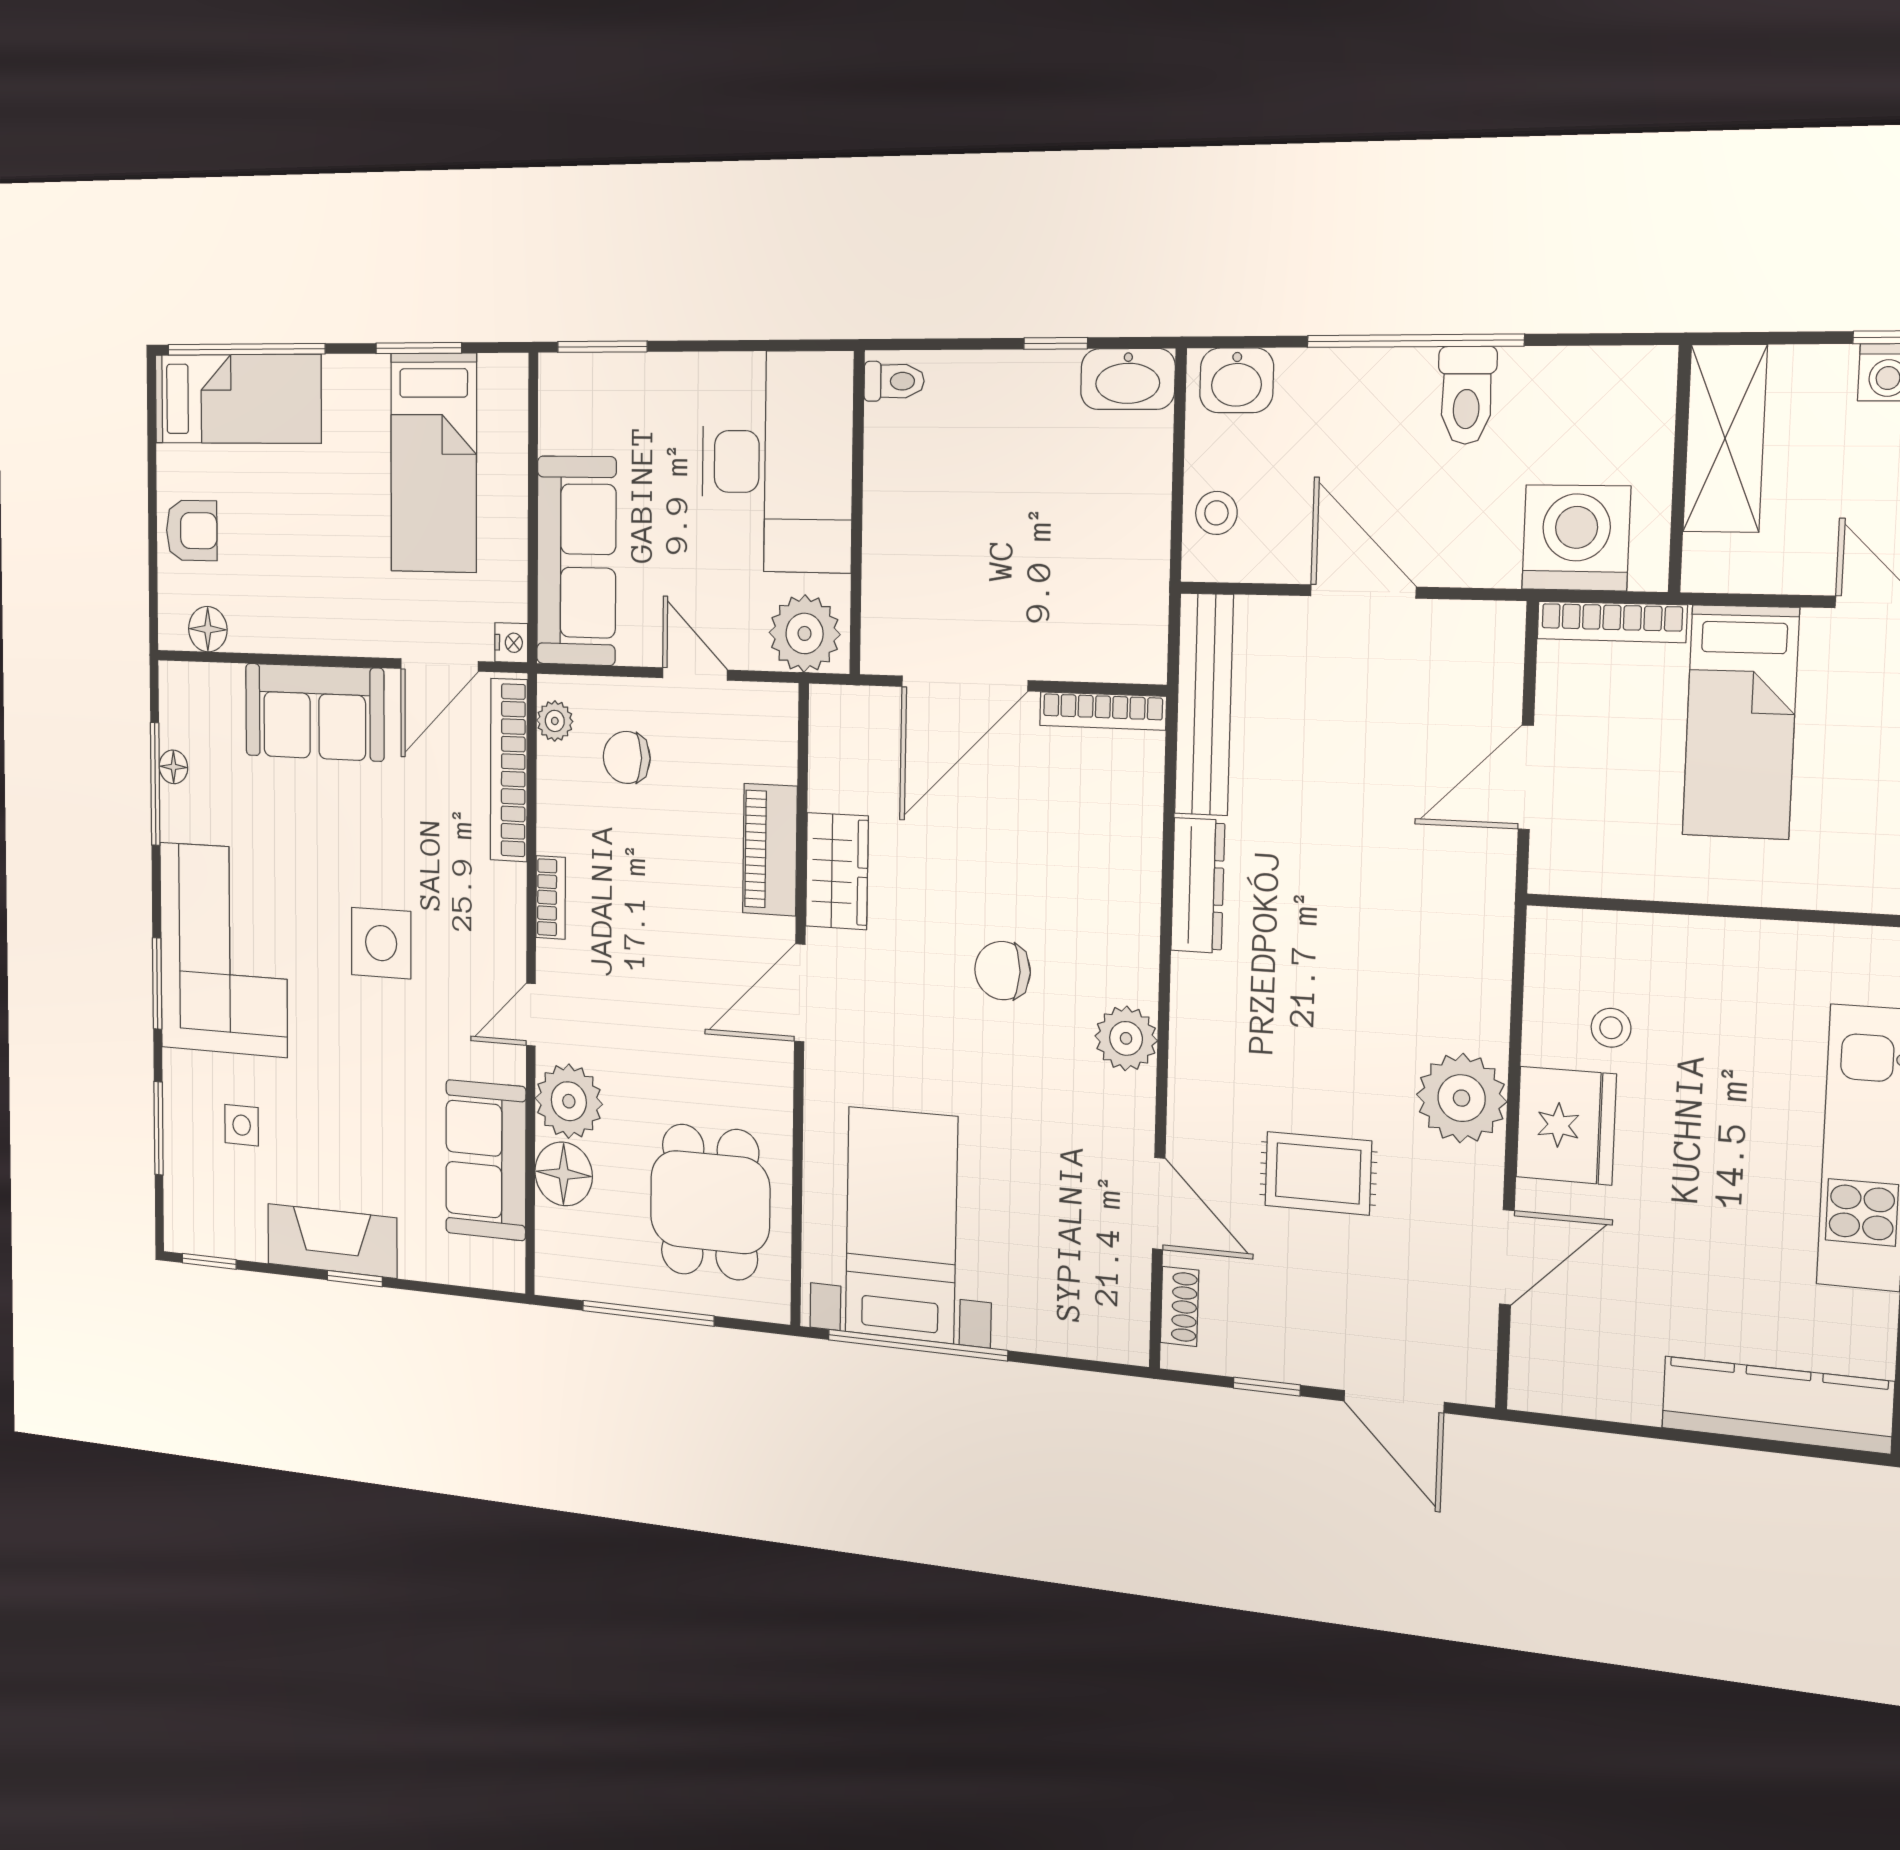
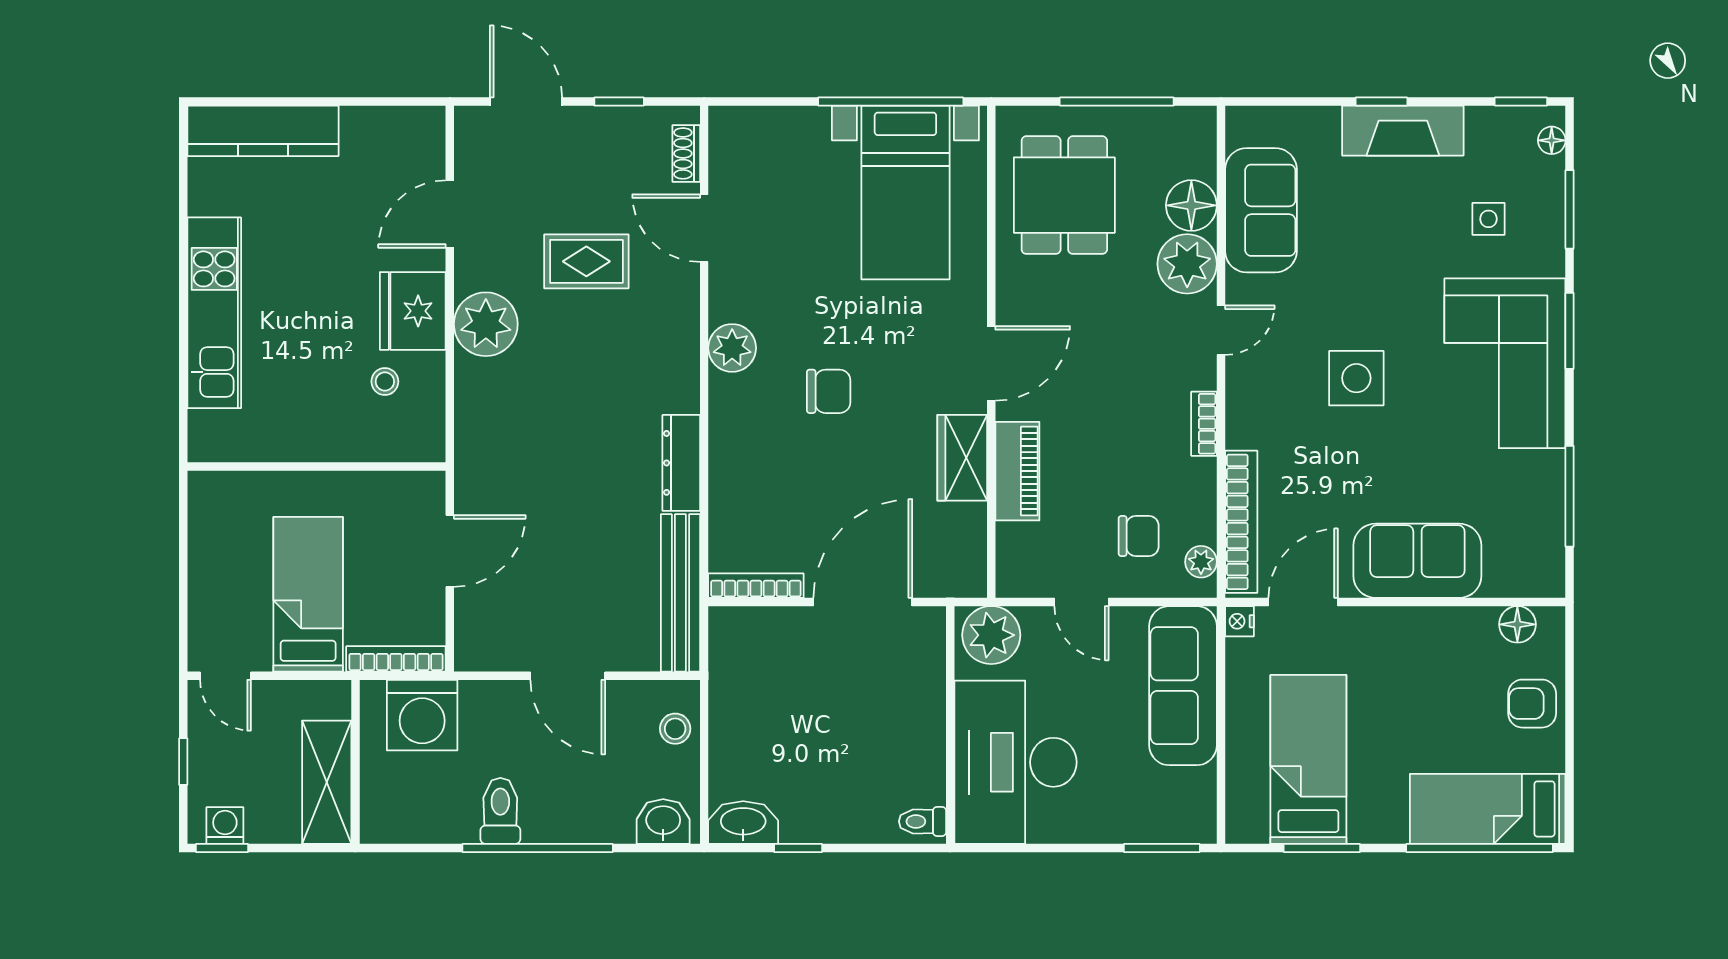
floor lamp: (173, 767) -> (1552, 140), moved

